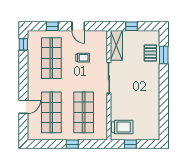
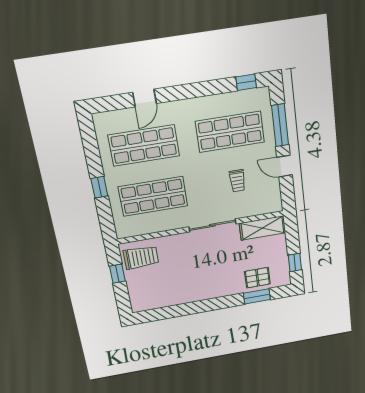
window: (52, 26) -> (280, 125), width x2.17
door: (78, 26) -> (285, 166), hinge flipped
window: (132, 26) -> (295, 262), moved
door: (23, 107) -> (145, 98), hinge flipped
trolley: (122, 127) -> (141, 257), turned -90

